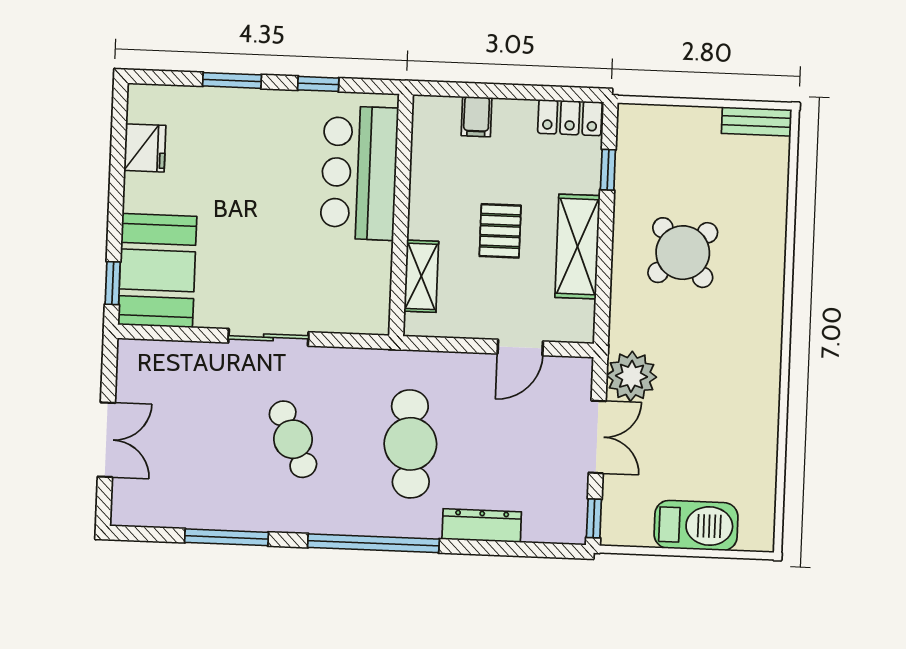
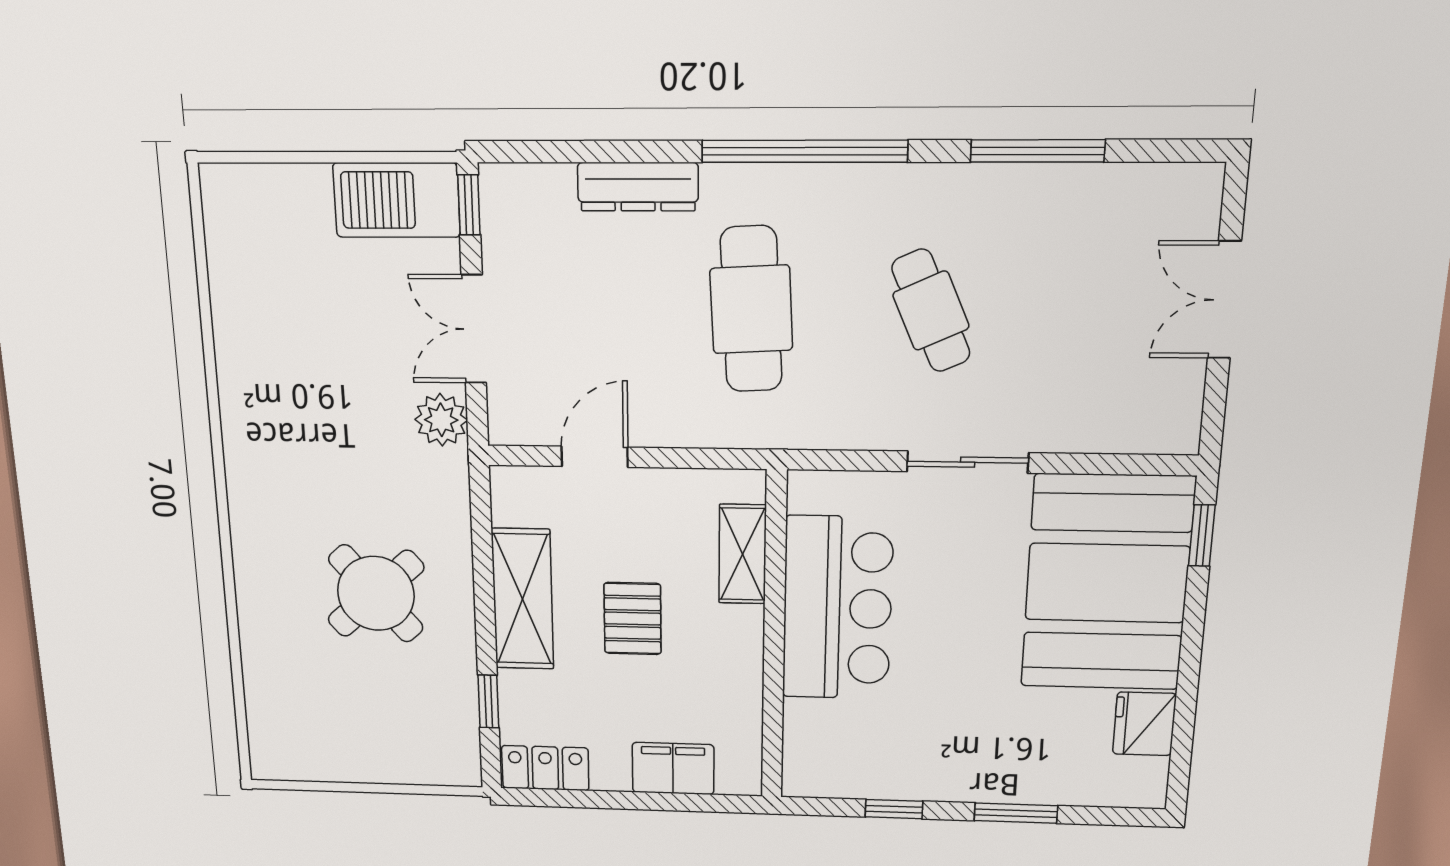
filing cabinet: (476, 117) -> (673, 768), width x2.00
bench: (757, 122) -> (295, 765), removed
bar counter: (359, 173) -> (837, 608), moved
booth: (157, 270) -> (1107, 583), width x1.36, depth x1.42
plant: (631, 376) -> (441, 420), width x0.73, depth x0.73
barbecue: (696, 525) -> (397, 200), moved

